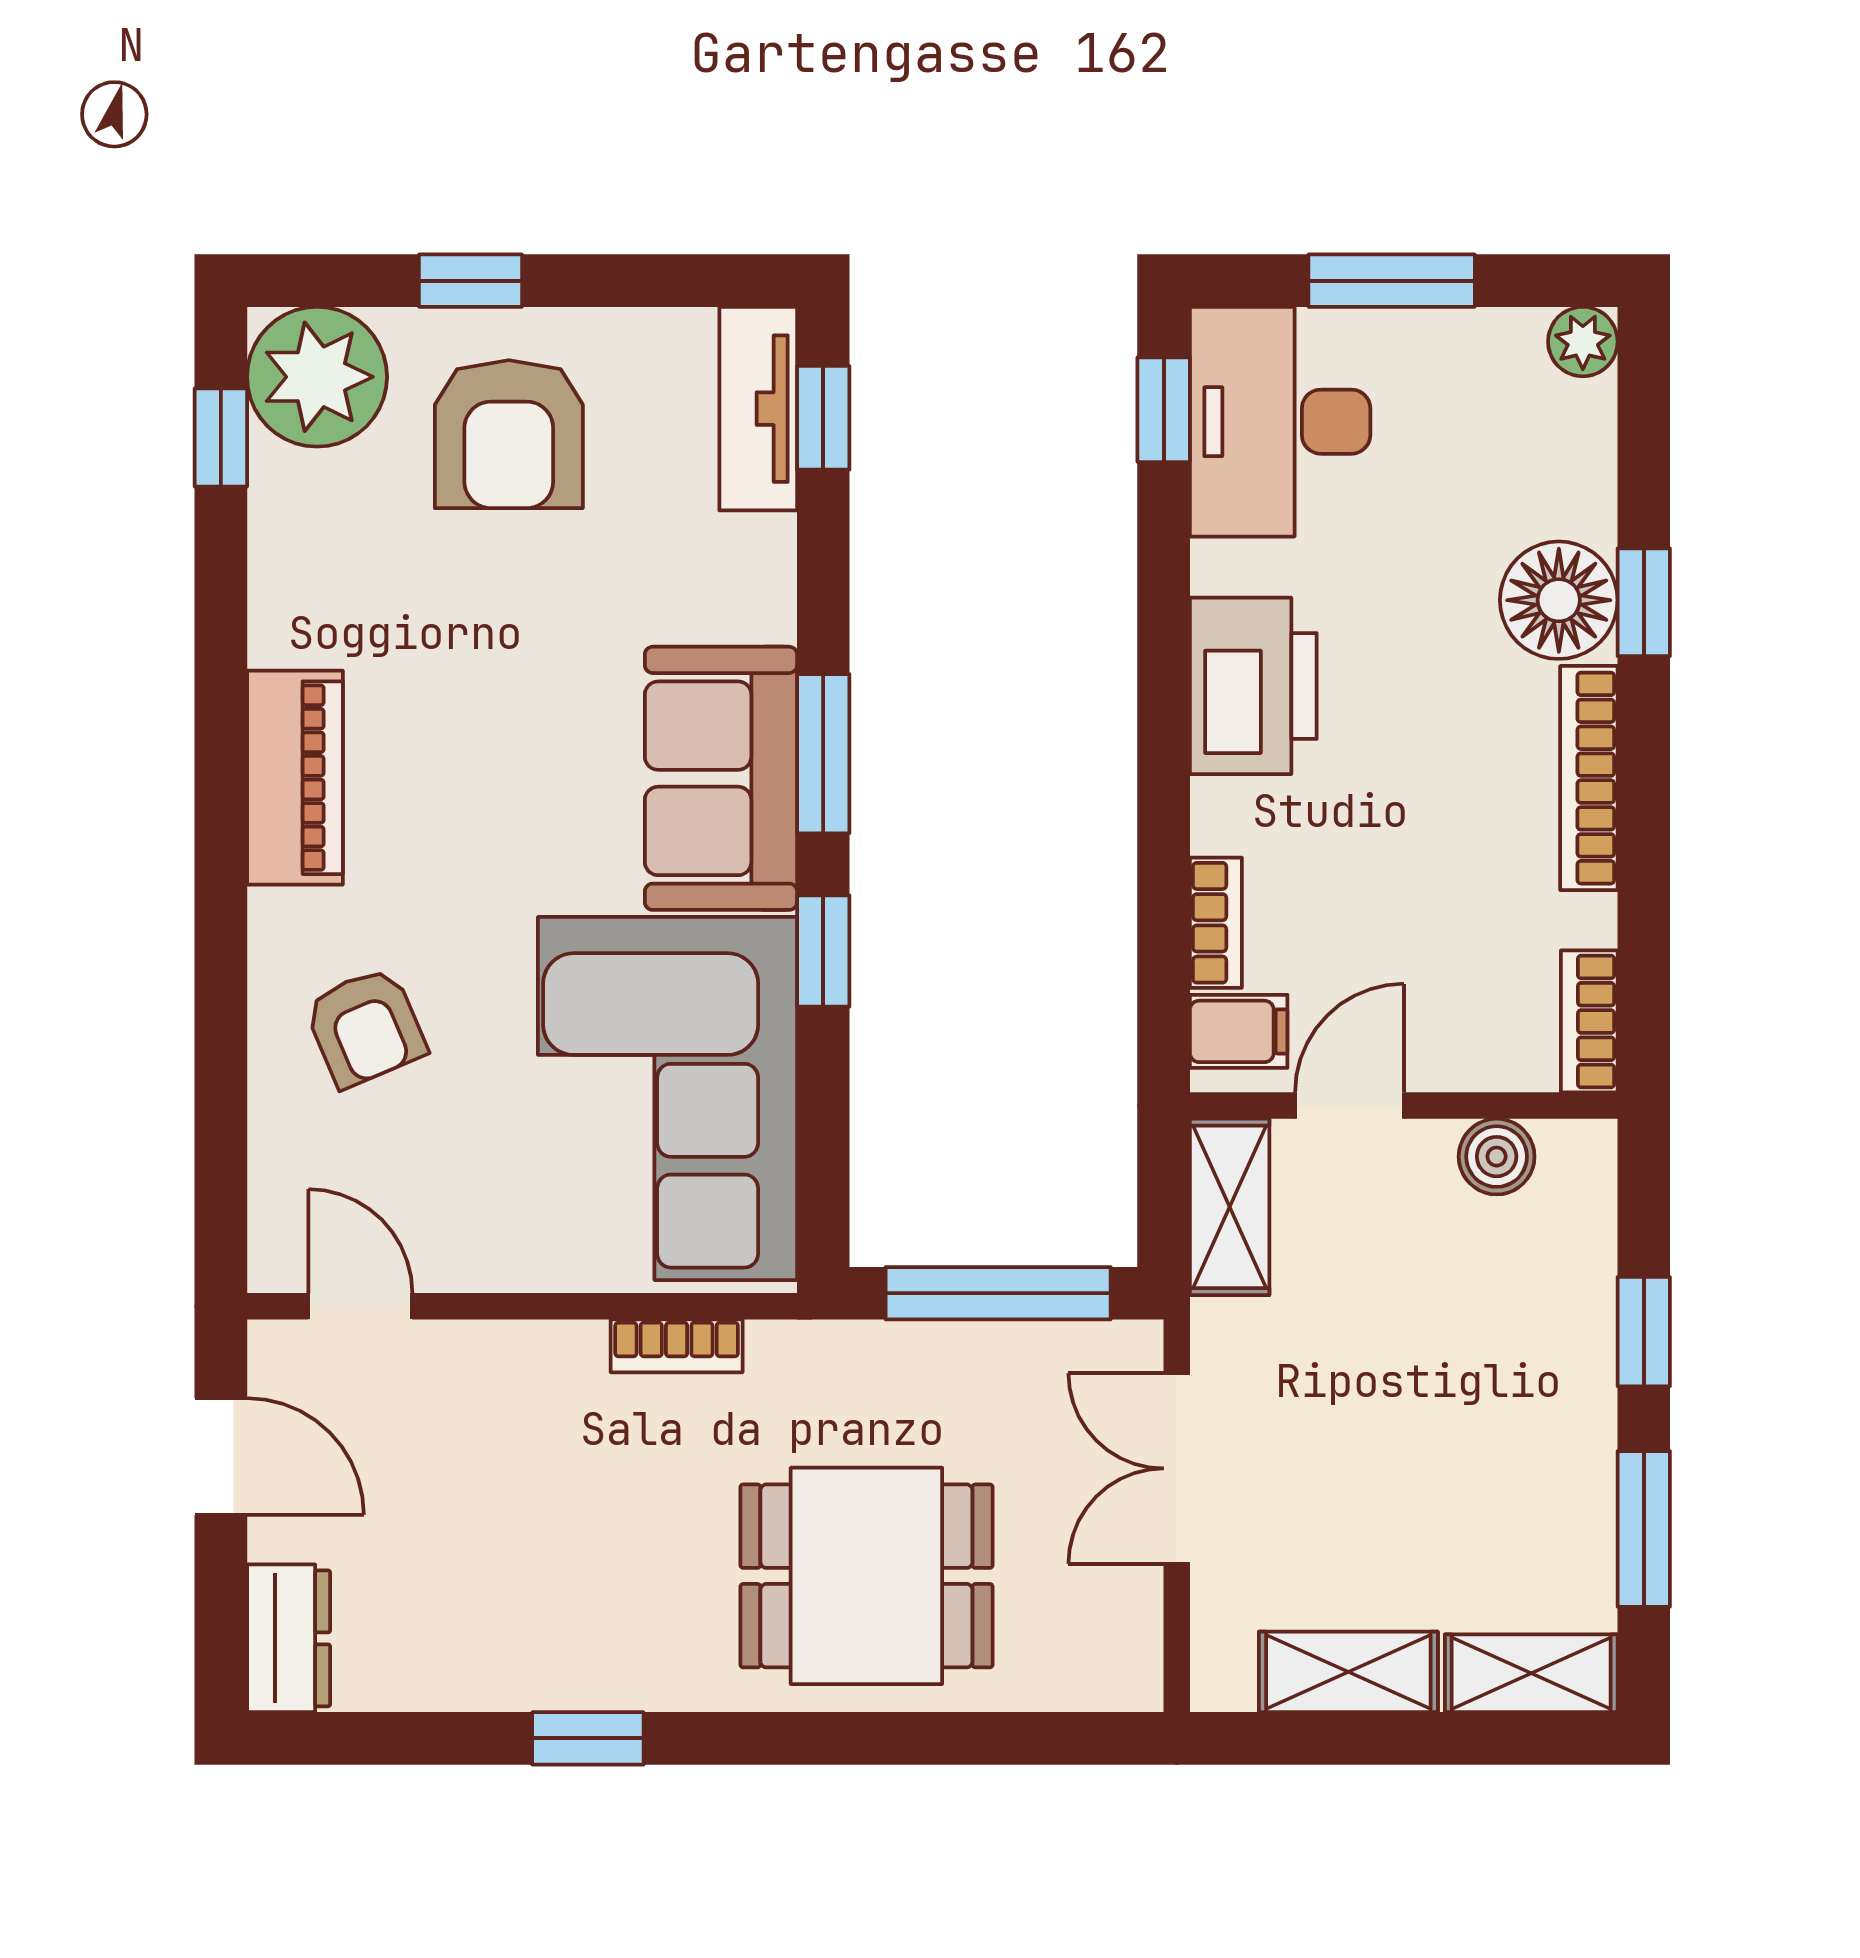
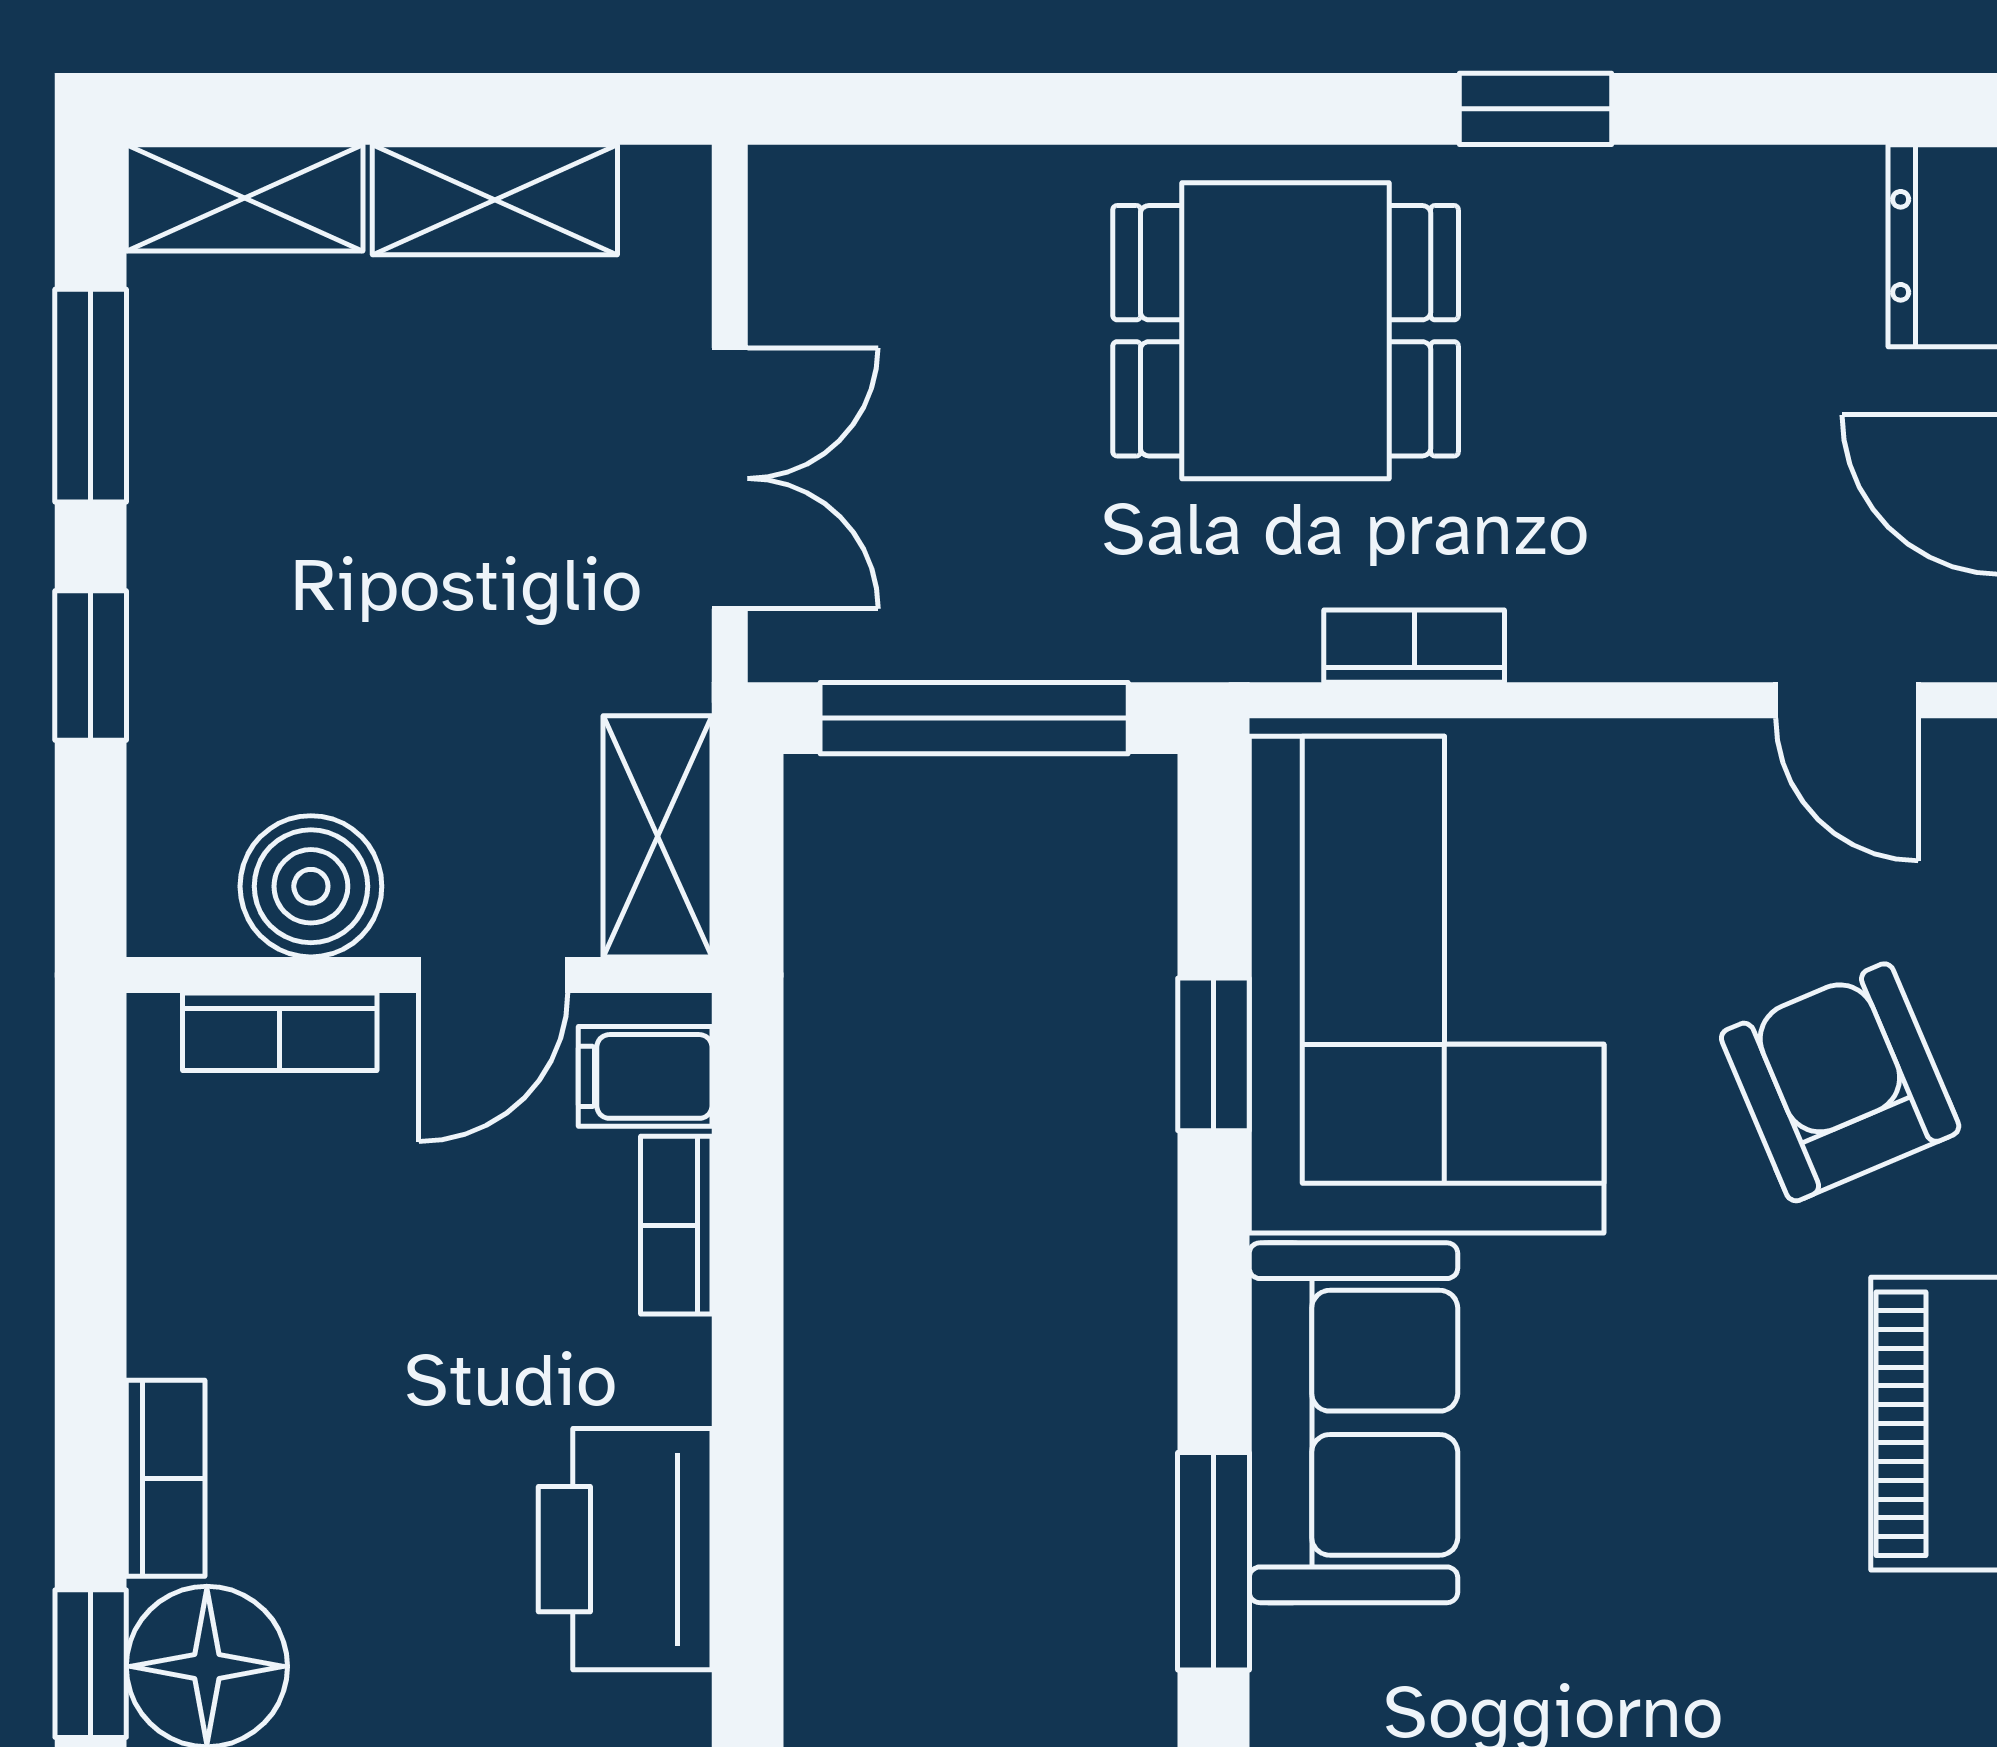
window: (823, 754) -> (1213, 1561), moved
bookcase: (1589, 778) -> (166, 1478), width x0.64
window: (823, 951) -> (1213, 1054), moved
bookcase: (1589, 1021) -> (280, 1032), moved, turned 90
armchair: (365, 1027) -> (1840, 1082), width x1.38, depth x1.38
boiler: (1497, 1157) -> (311, 886), width x1.36, depth x1.36
dining table: (866, 1576) -> (1286, 331), moved

